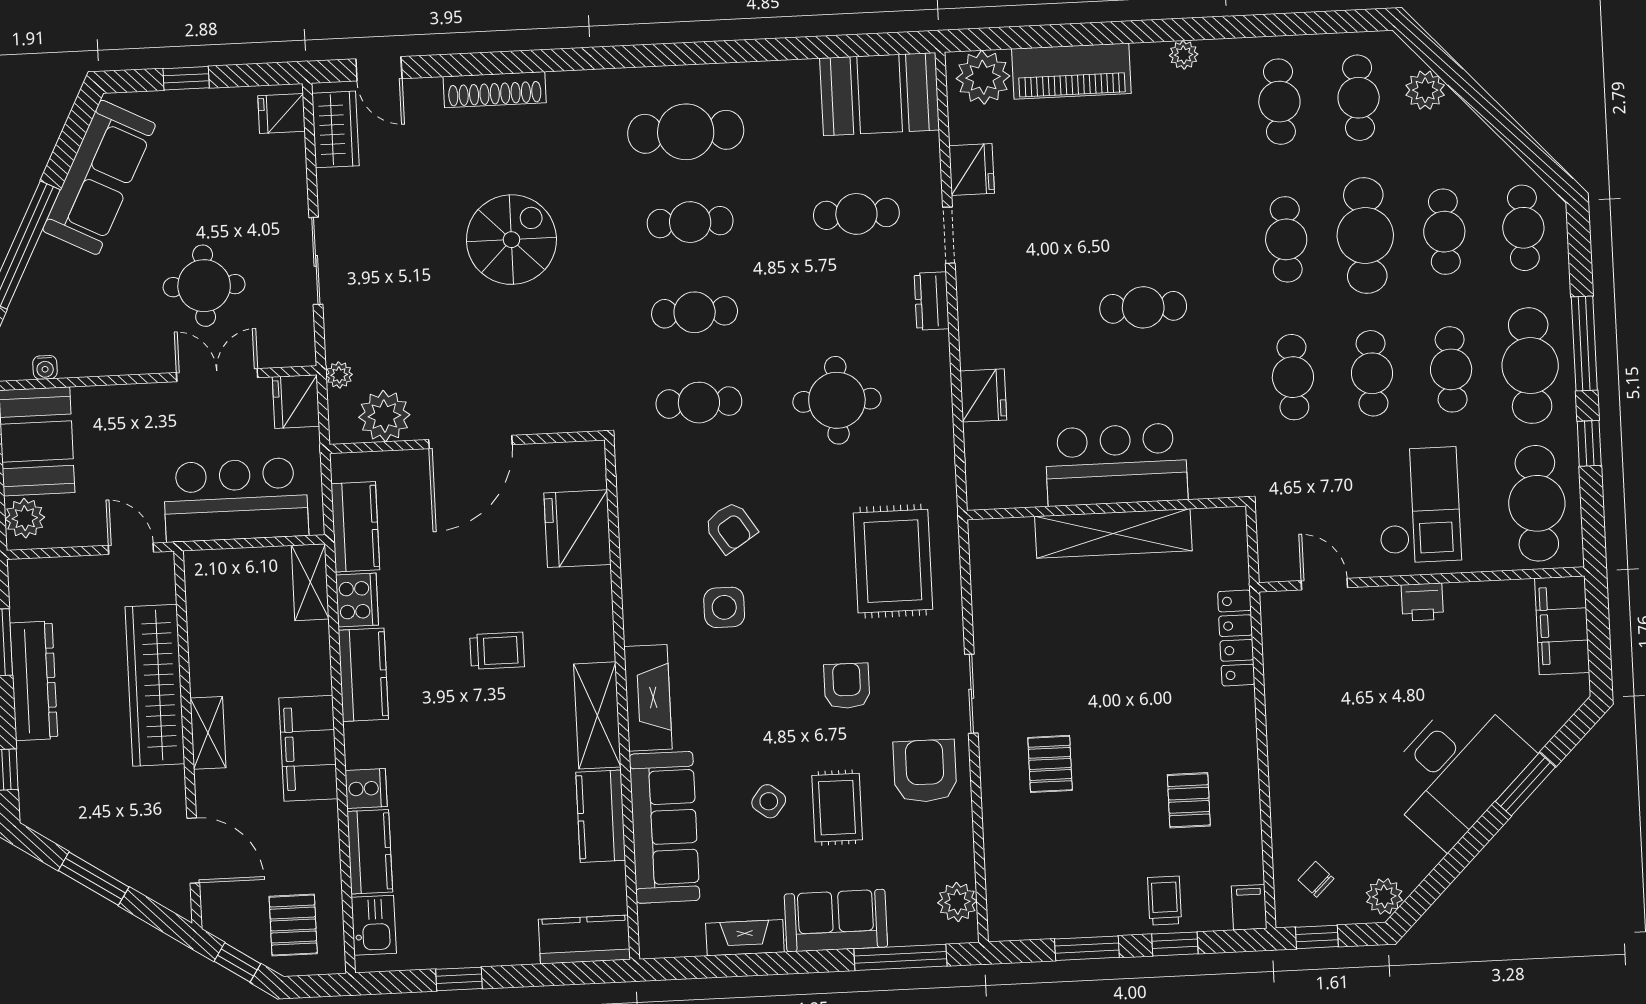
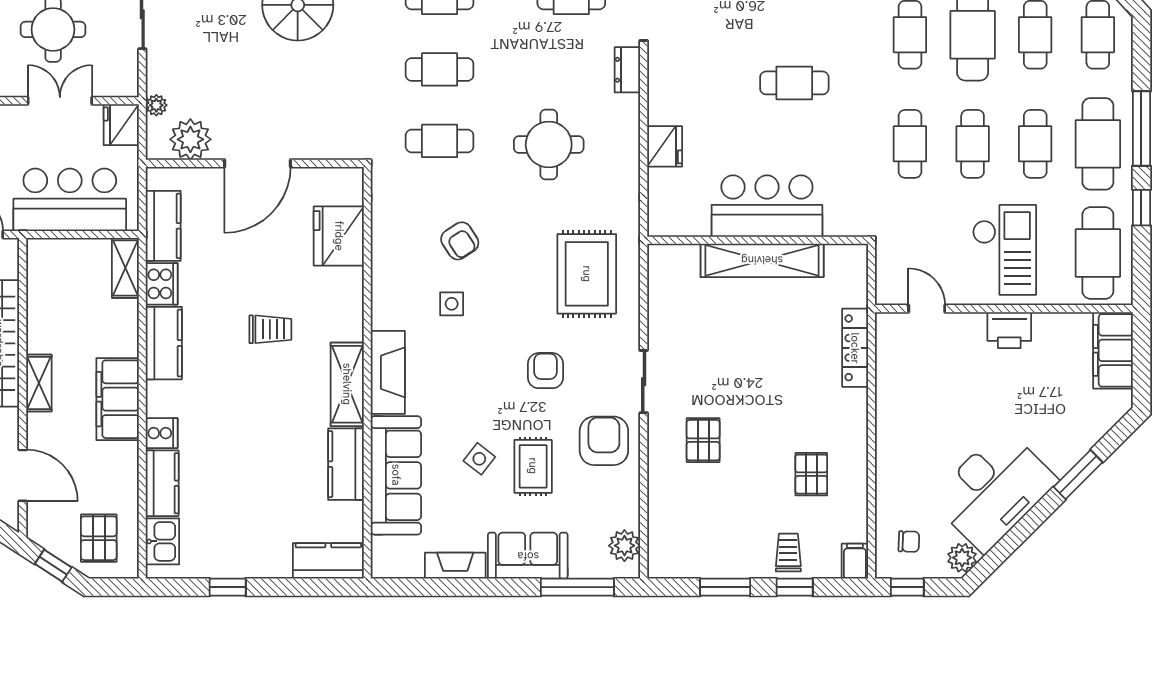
printer: (1422, 602) -> (1009, 330), width x1.36, depth x1.24
side table: (724, 607) -> (452, 304), width x0.73, depth x0.73
desk: (1456, 770) -> (994, 490), moved
chair: (1316, 879) -> (909, 542), turned 136

